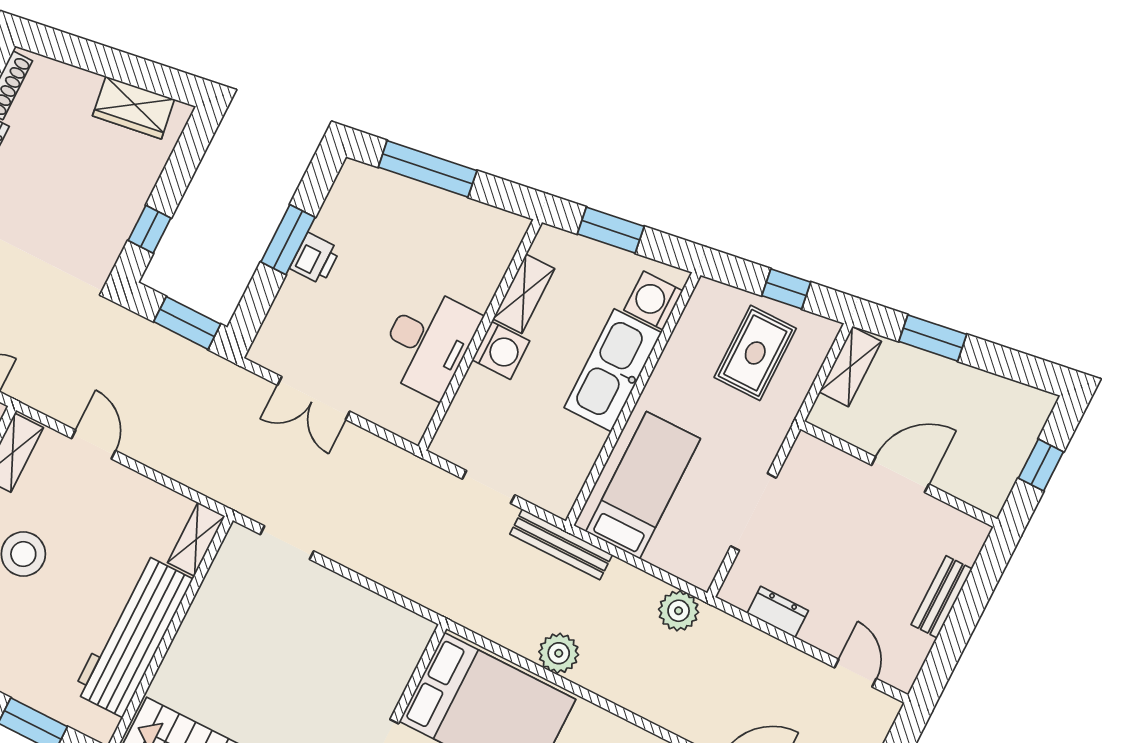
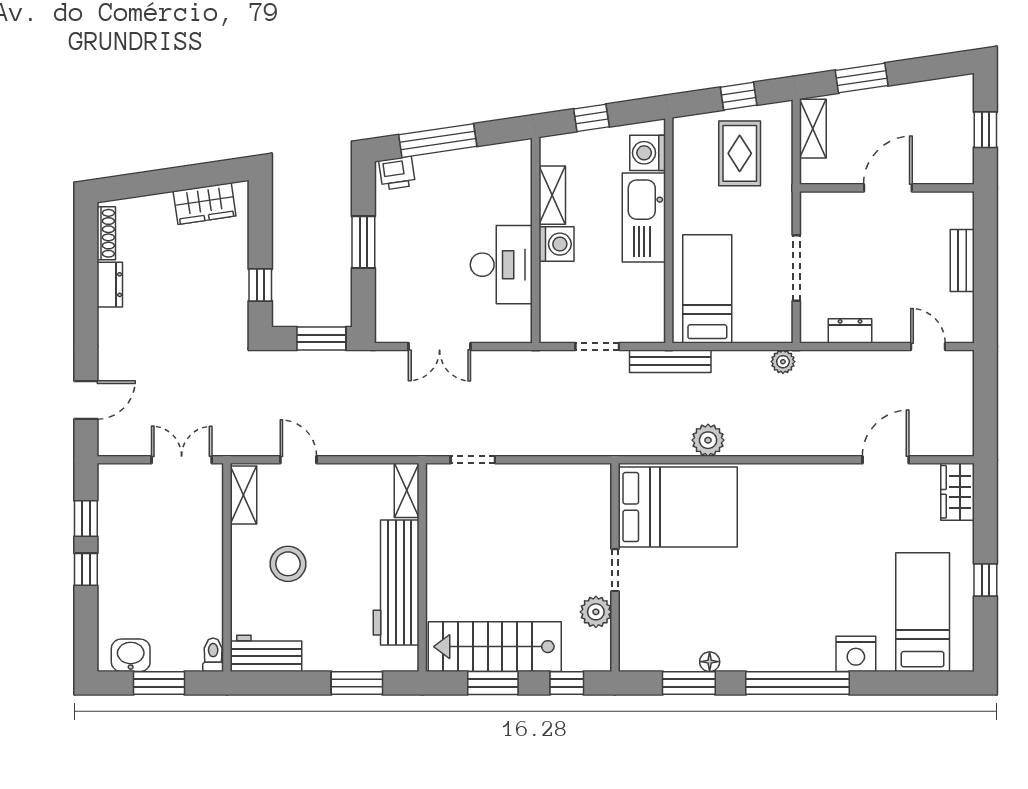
window: (611, 230) -> (591, 118), width x0.67
printer: (315, 259) -> (397, 173), moved, turned 82
plant: (679, 611) -> (783, 362), width x0.73, depth x0.73

